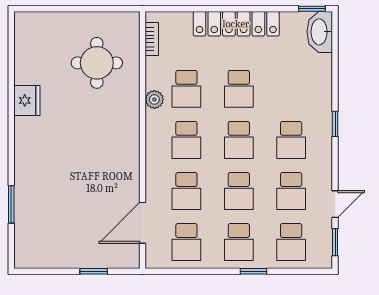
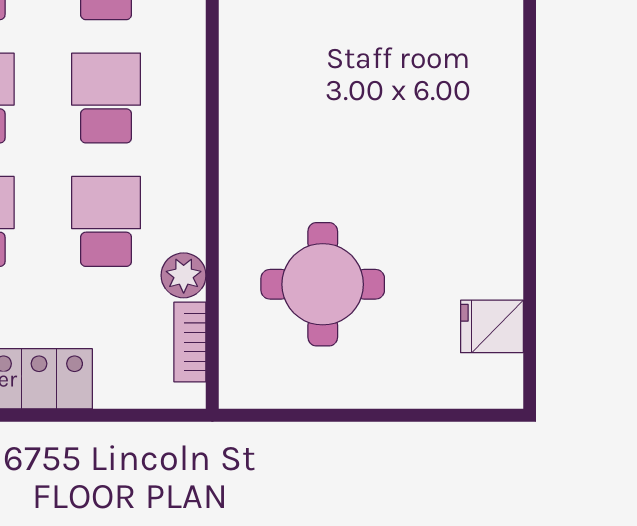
plant: (154, 99) -> (184, 275), moved
fridge: (27, 100) -> (492, 326), moved, width x0.72

